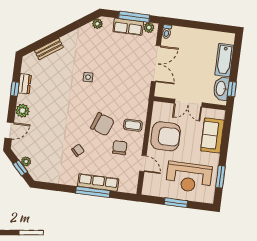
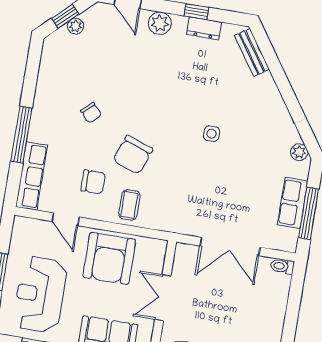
plant: (149, 28) -> (290, 237), removed
bench: (49, 49) -> (252, 53), moved
door: (143, 163) -> (66, 219), hinge flipped
row of seats: (98, 182) -> (32, 176), moved

